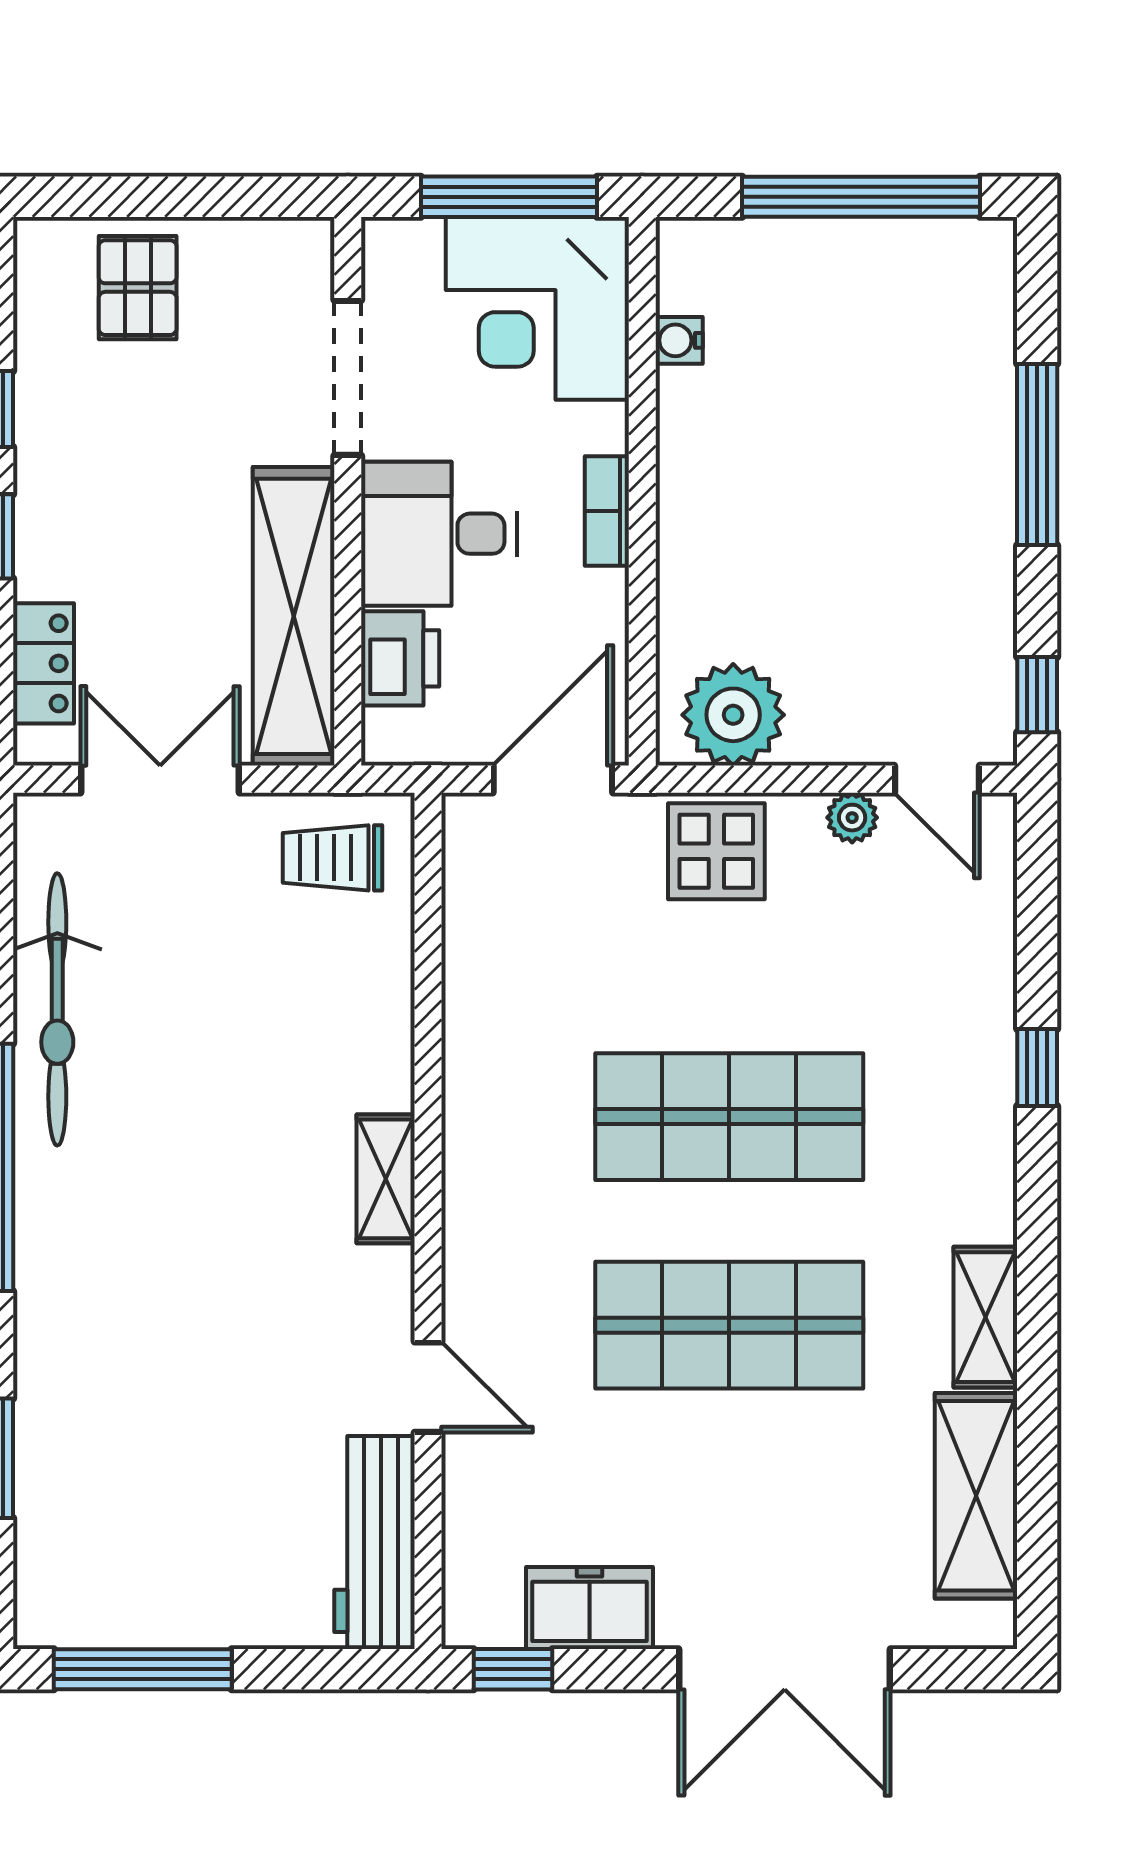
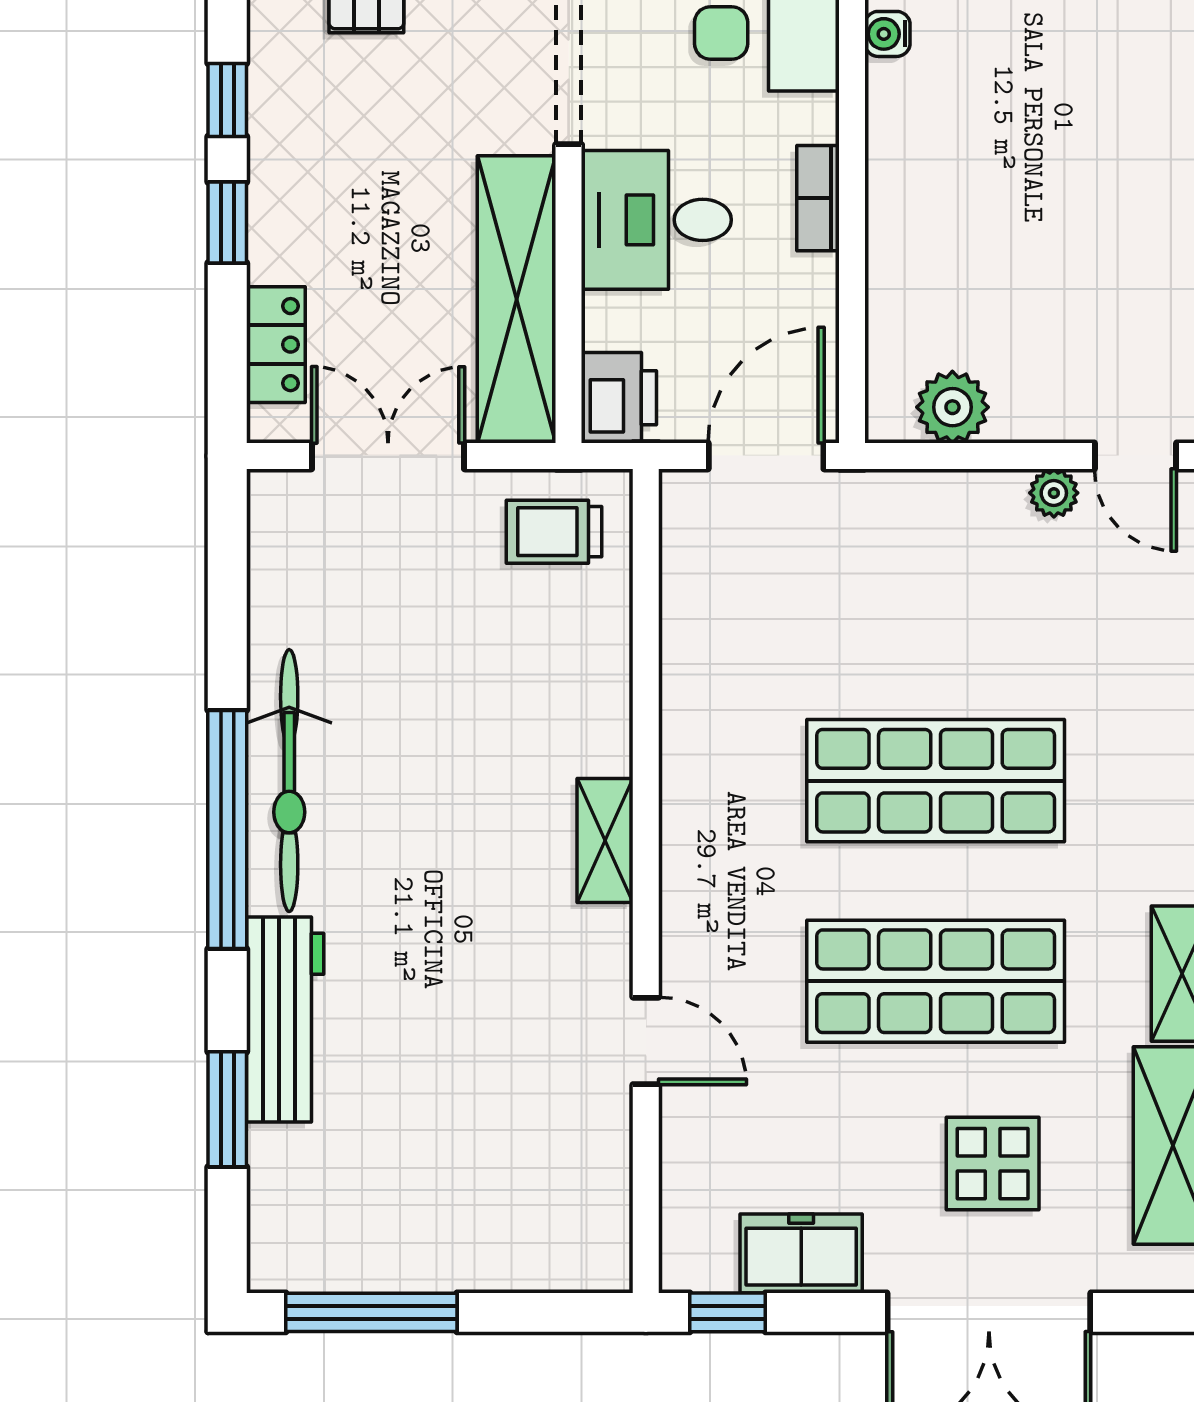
printer: (400, 658) -> (619, 398), moved
plant: (733, 715) -> (952, 407), width x0.73, depth x0.73
display table: (716, 851) -> (993, 1164), moved
bicycle: (57, 1009) -> (289, 781), moved
workbench: (375, 1543) -> (285, 1019), moved, turned 180

